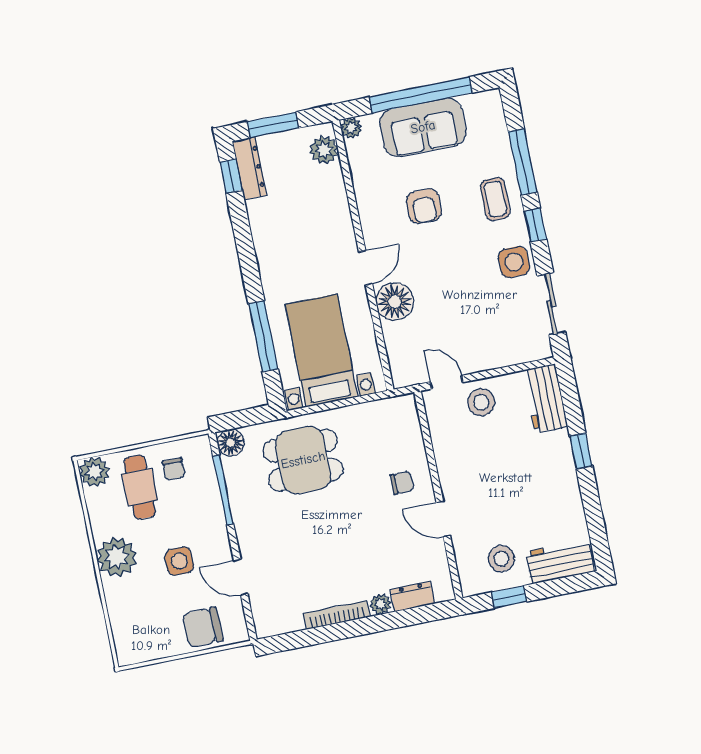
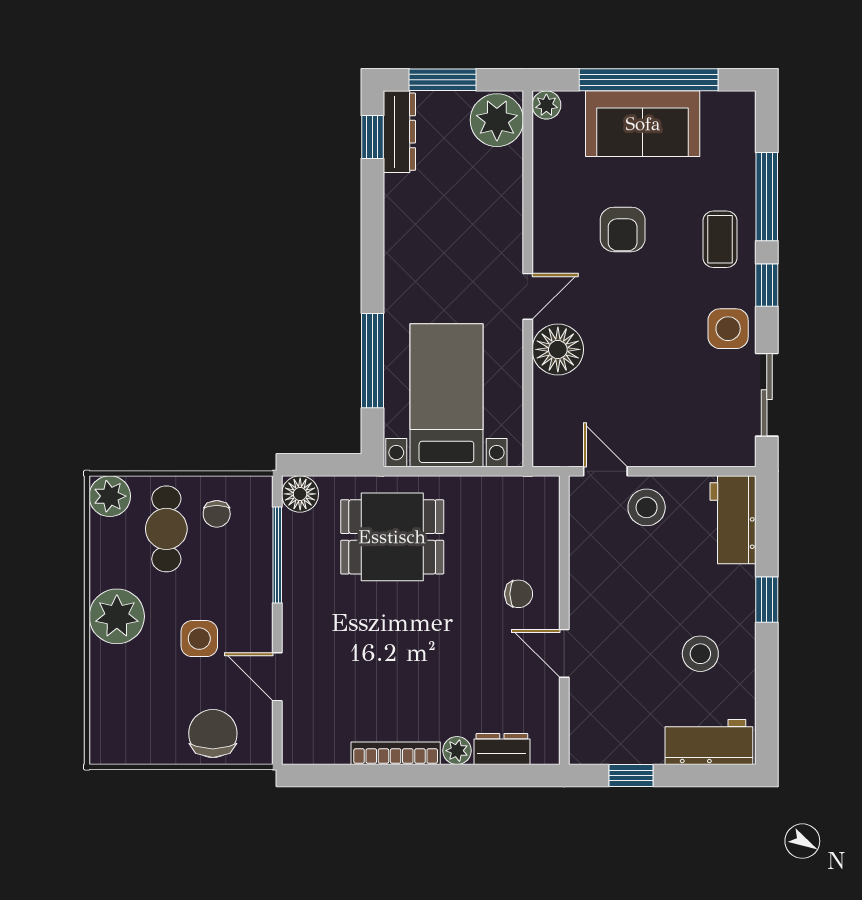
plant: (324, 150) -> (497, 120), width x1.36, depth x1.36
stool: (501, 559) -> (700, 654), moved
chair: (203, 627) -> (213, 733), turned 91

